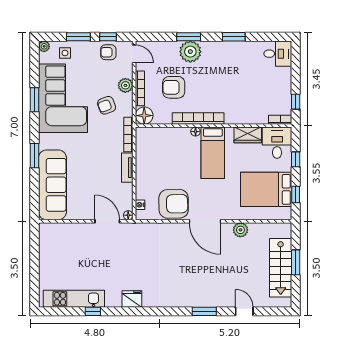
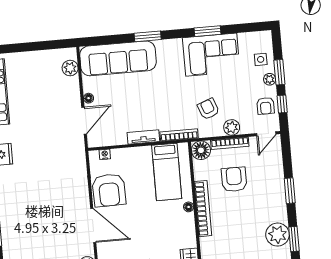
plant: (44, 46) -> (270, 79), moved
armchair: (108, 52) -> (266, 106), turned 180
plant: (190, 52) -> (278, 235), moved
corner sofa: (63, 98) -> (211, 55), width x0.73, depth x0.74
bed: (213, 153) -> (167, 172), moved, turned -90
floor lamp: (128, 215) -> (89, 98), moved
door: (205, 221) -> (93, 226), swing flipped
plant: (58, 230) -> (70, 68), added

